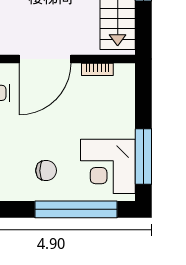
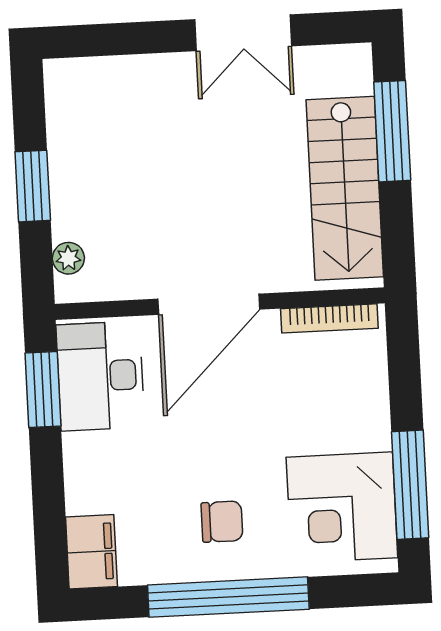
bookcase: (97, 69) -> (329, 318), width x1.56
window: (76, 209) -> (228, 597), moved

